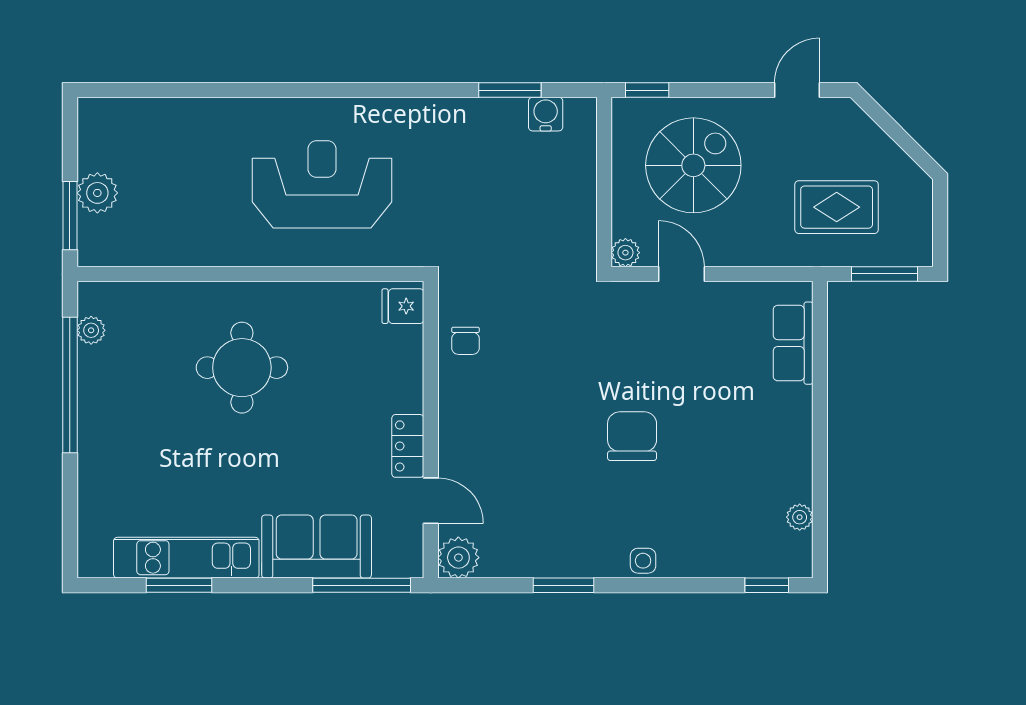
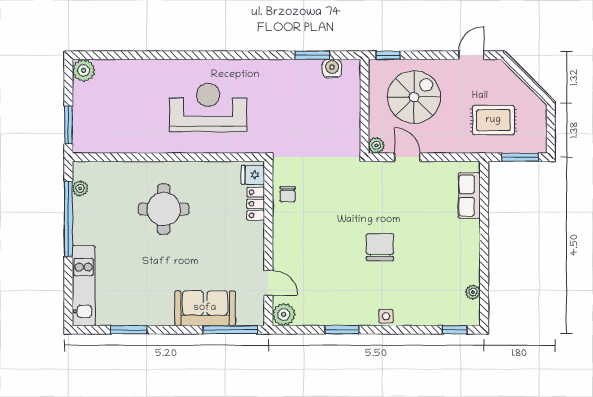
plant: (97, 193) -> (84, 70), moved
locker: (408, 446) -> (256, 204), moved
kitchen unit: (186, 558) -> (84, 286), moved, turned 90

